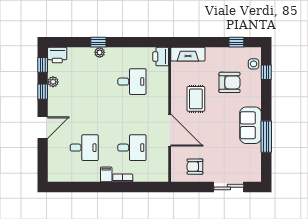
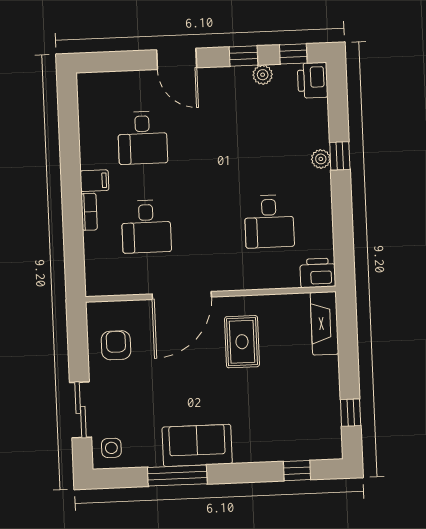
side table: (254, 64) -> (111, 448), moved
armchair: (229, 82) -> (275, 403), removed
rug: (196, 99) -> (242, 342), turned 90

